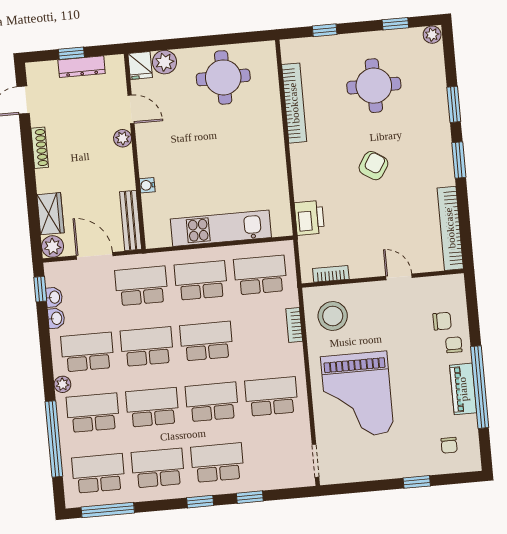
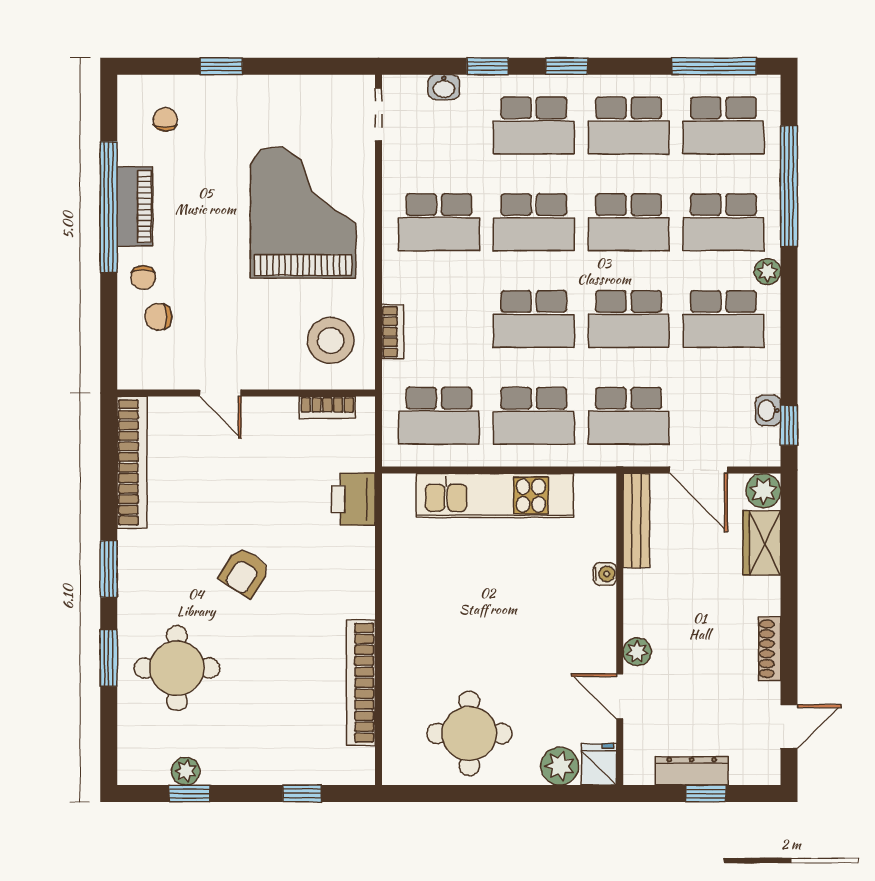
plant: (432, 35) -> (186, 771), moved
round table: (374, 86) -> (177, 668), moved
washbasin: (56, 318) -> (444, 87), moved, turned -90

